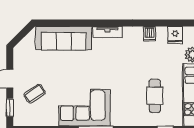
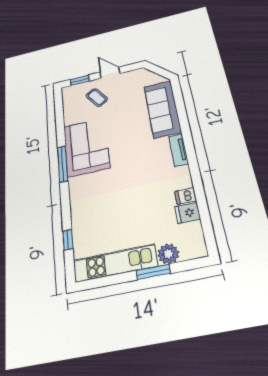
fridge: (175, 35) -> (187, 213), moved
cafe table: (155, 96) -> (108, 219), removed

